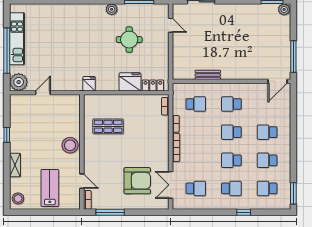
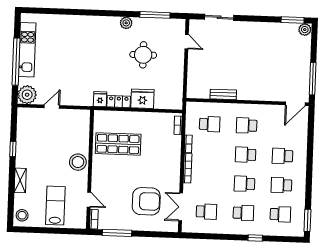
locker: (153, 85) -> (119, 102), moved
shop shelf: (108, 126) -> (118, 144), width x1.43, depth x1.36
school desk: (267, 188) -> (280, 214), turned 180

